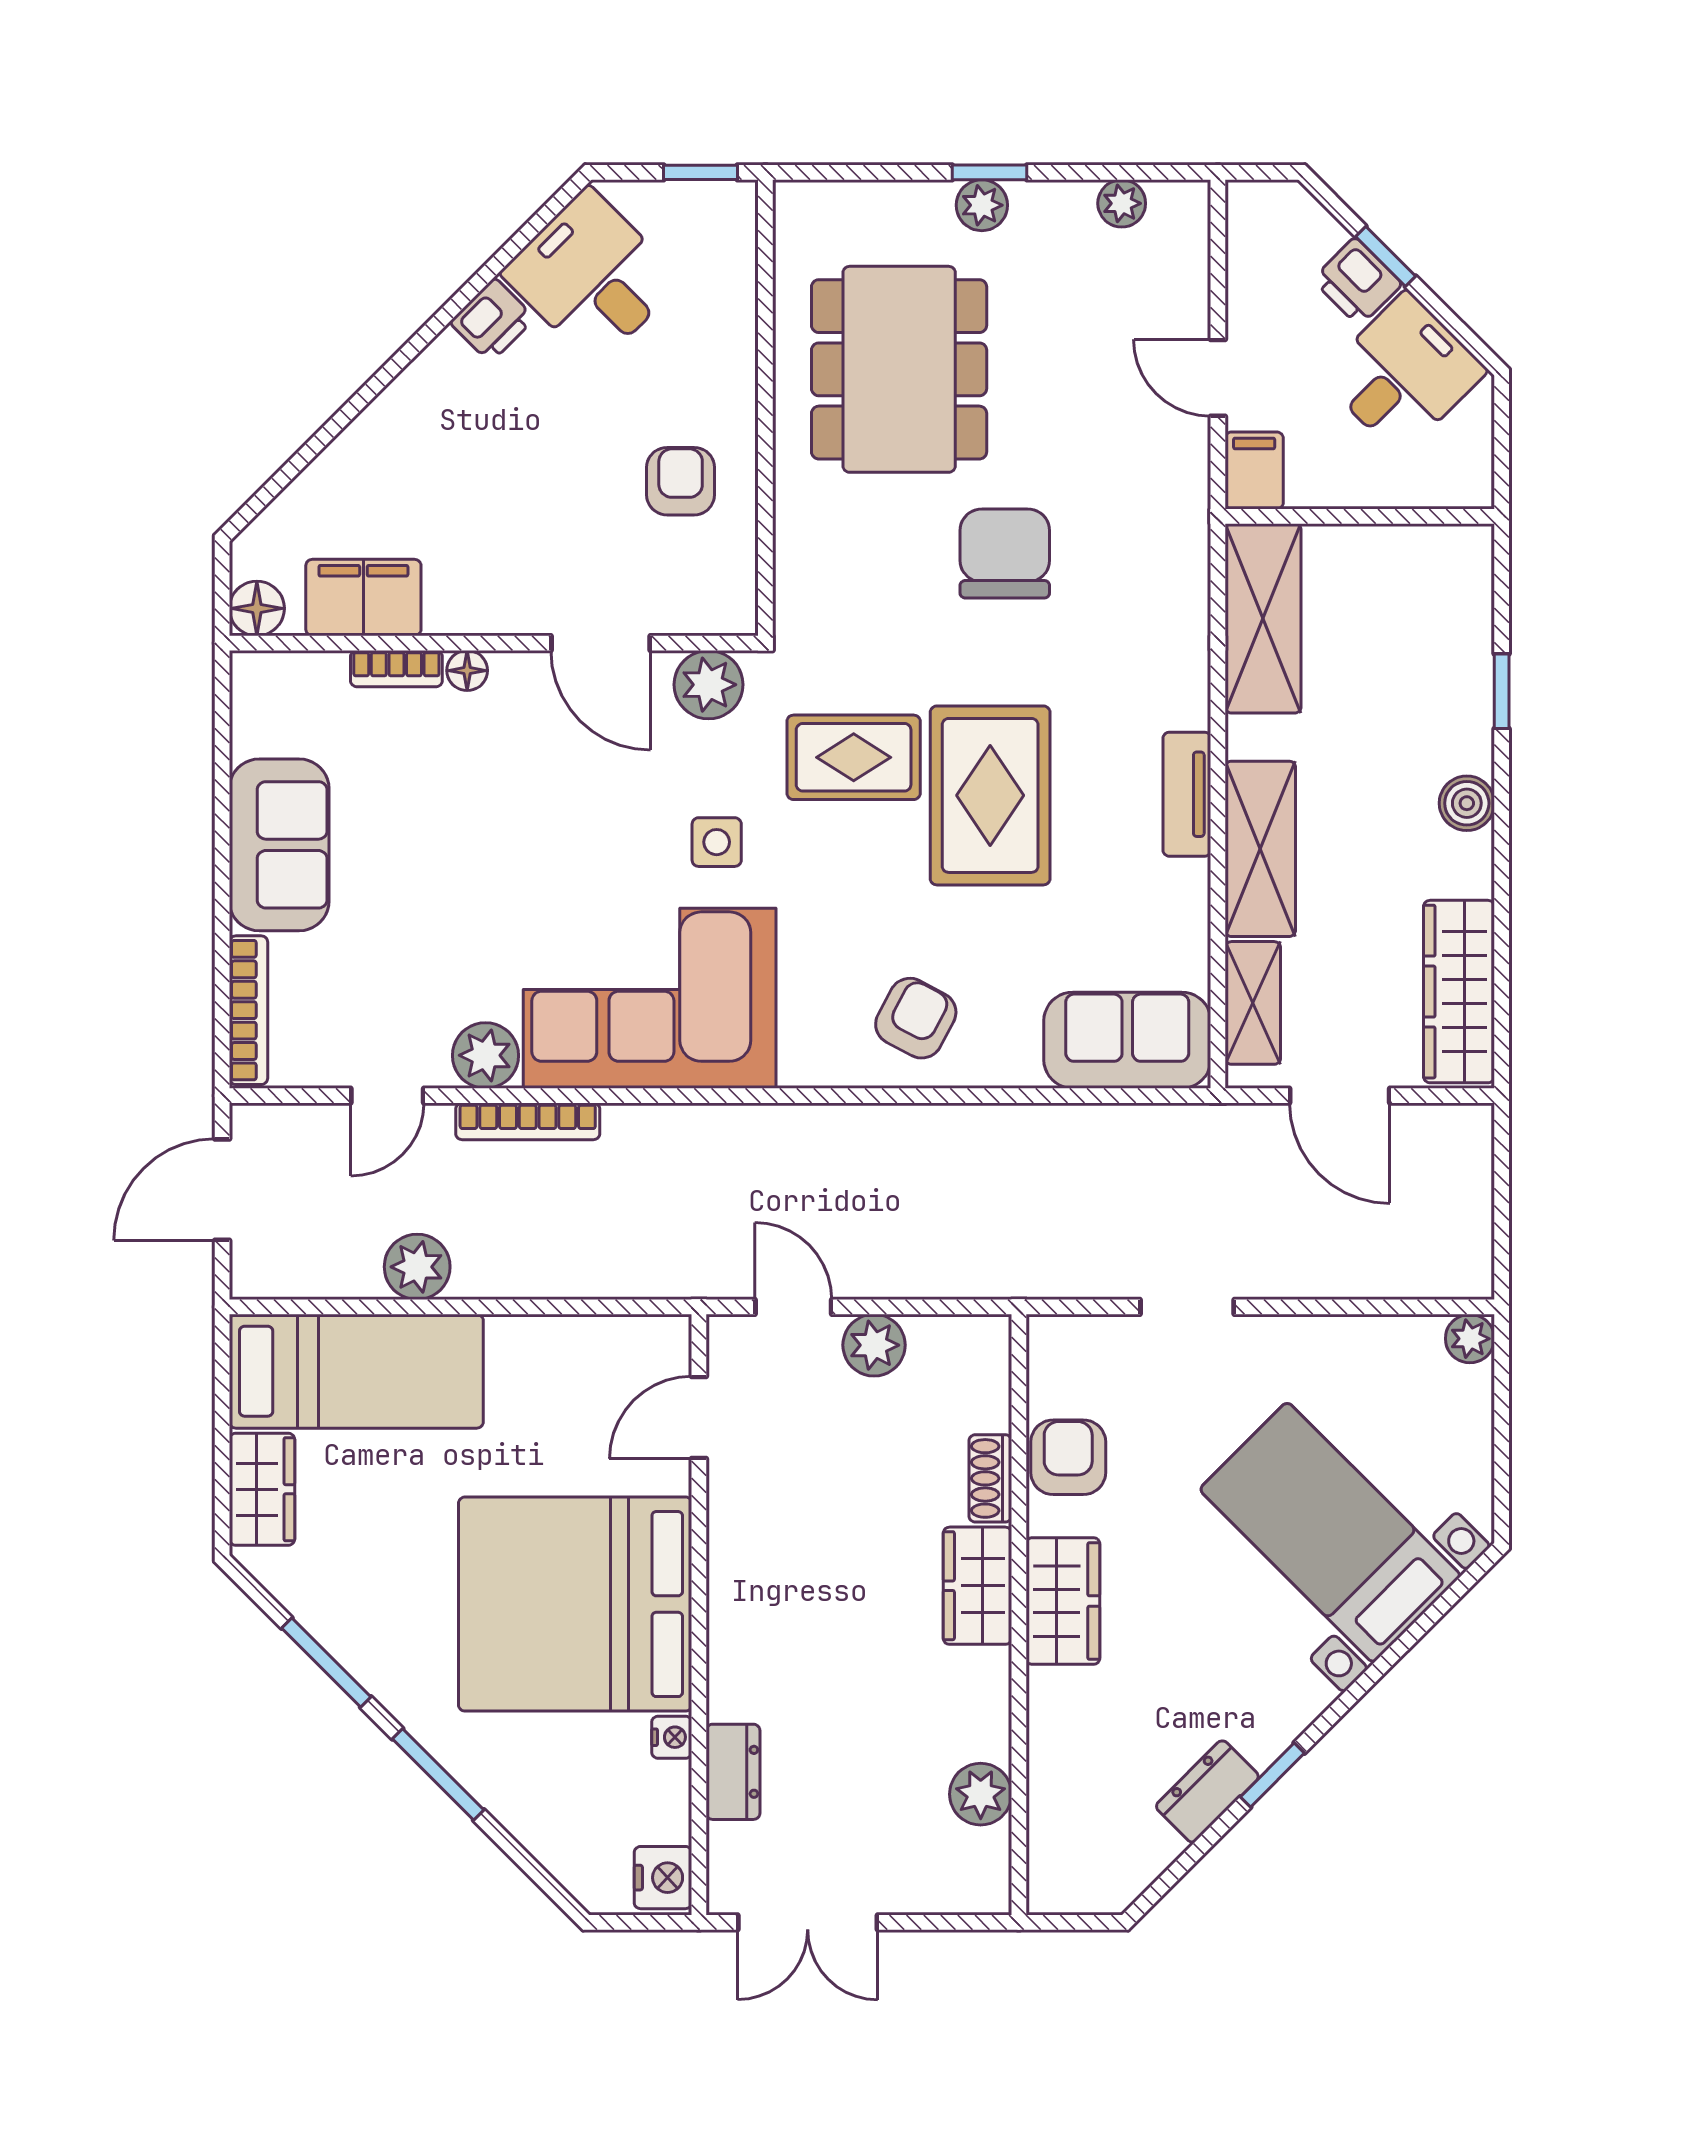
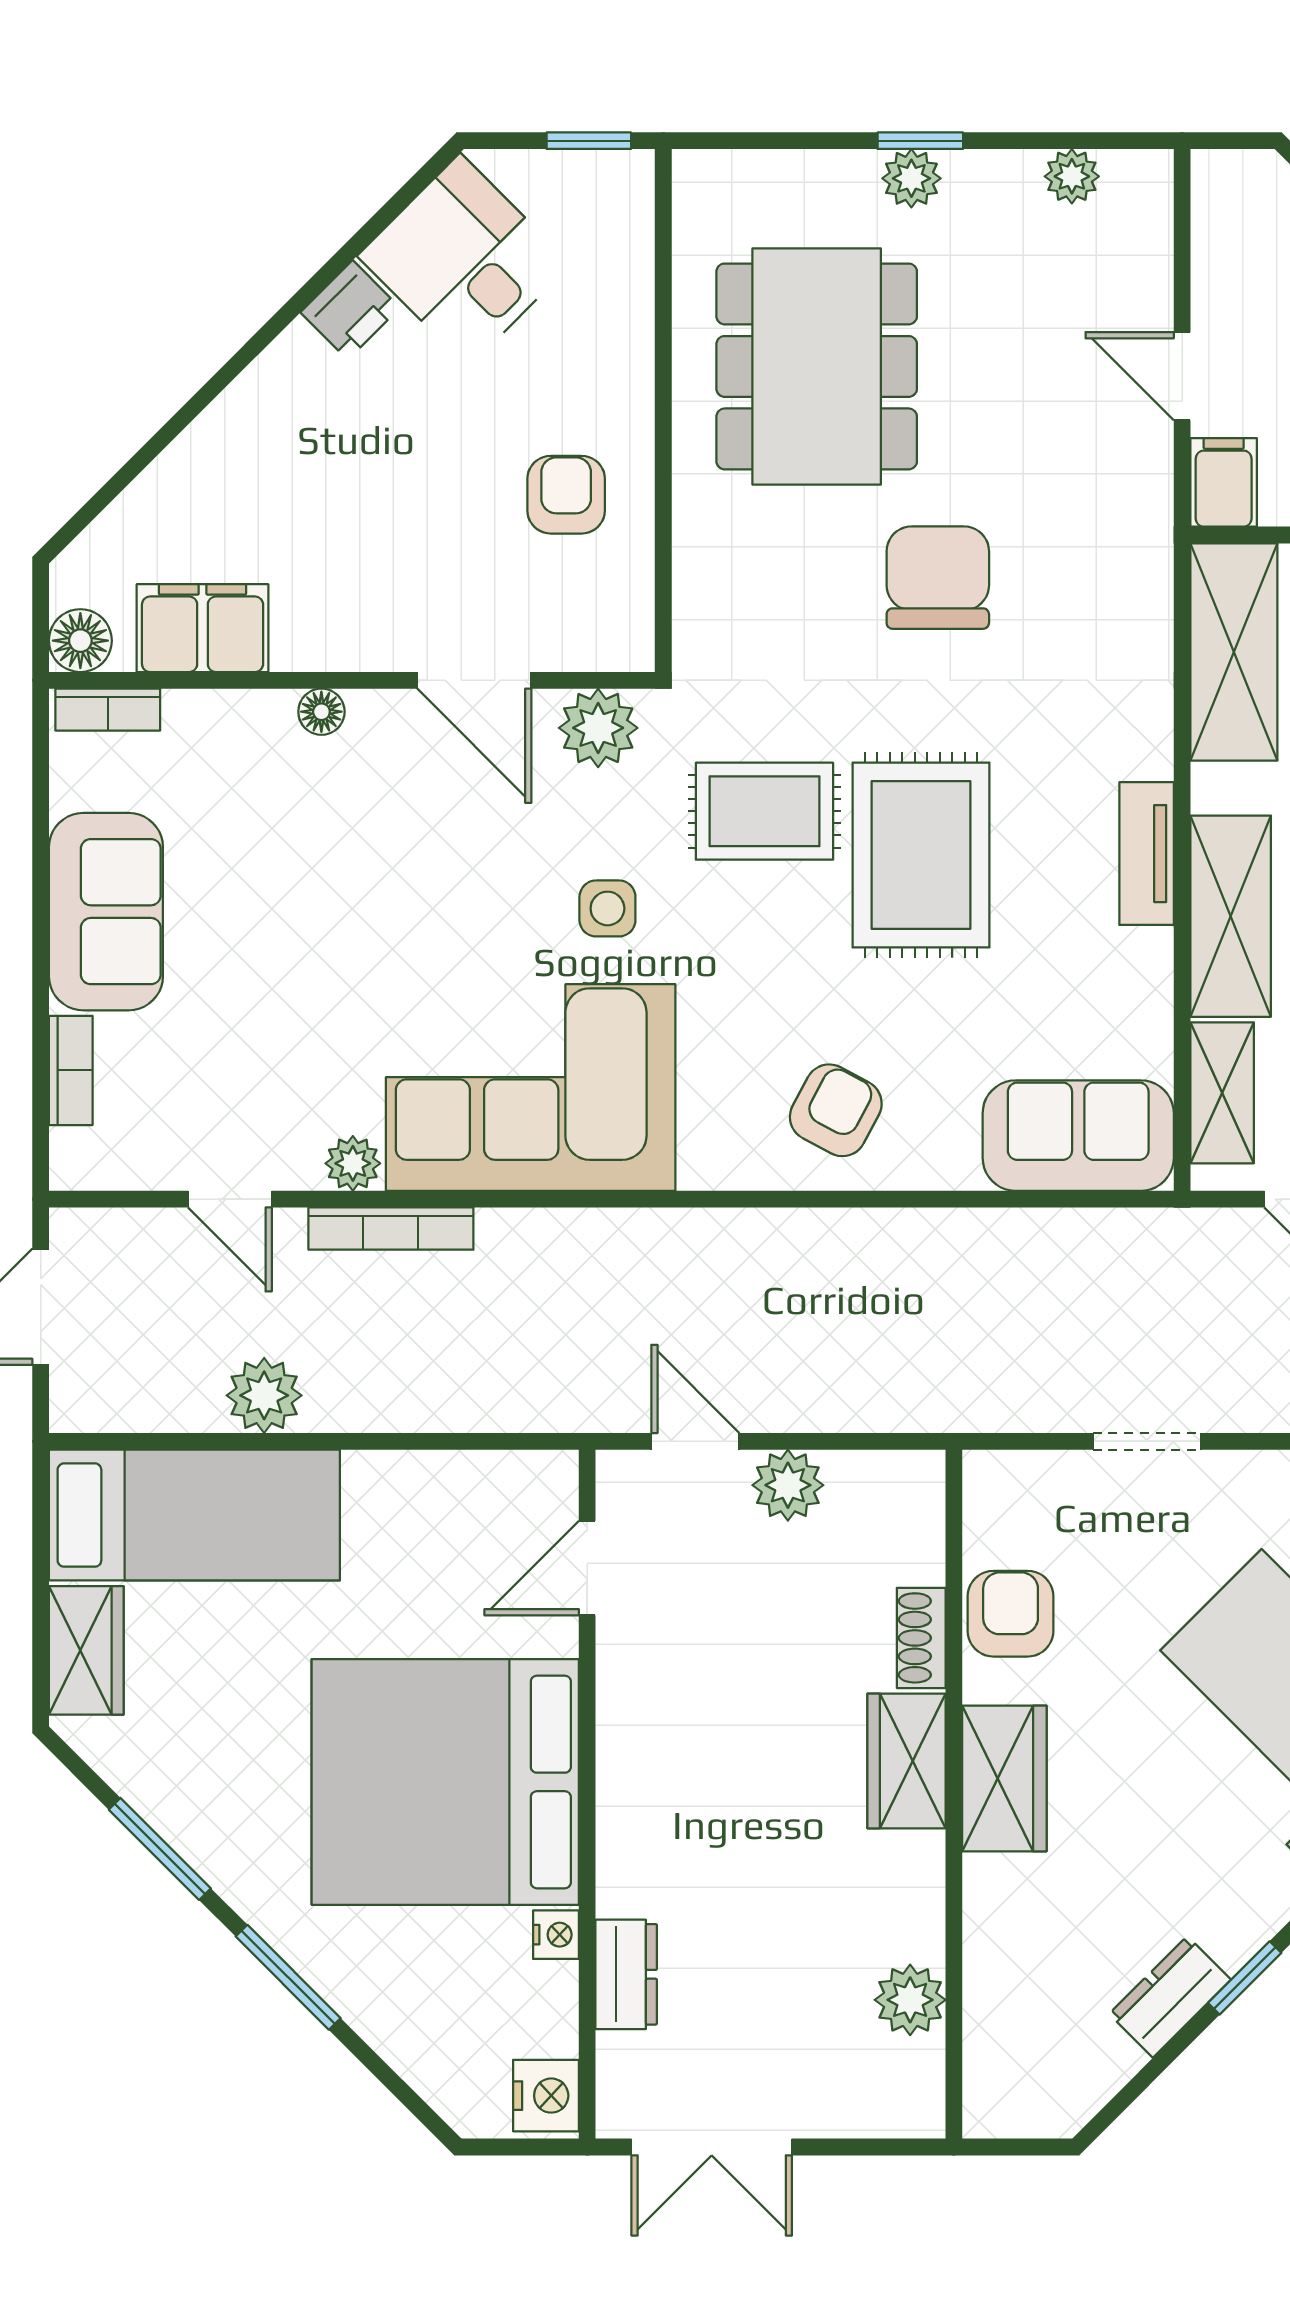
bookcase: (396, 669) -> (108, 710), moved
bookcase: (248, 1010) -> (71, 1070), width x0.64
plant: (485, 1055) -> (353, 1163), width x0.73, depth x0.73
door: (387, 1096) -> (230, 1199), hinge flipped

